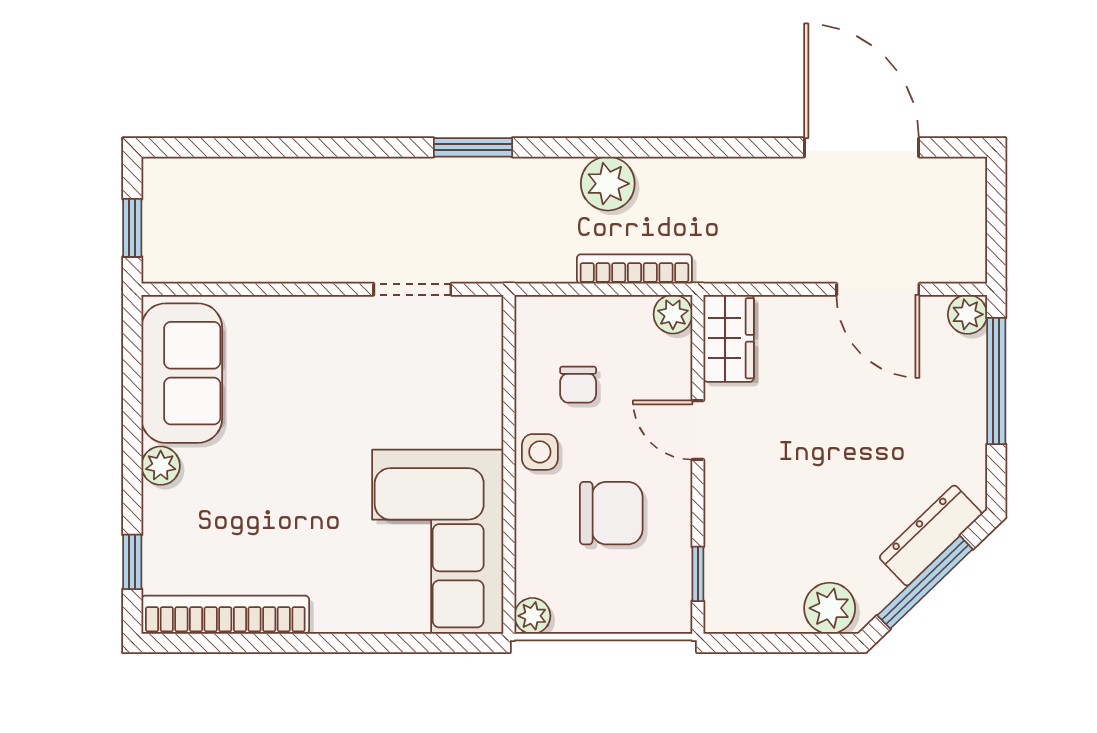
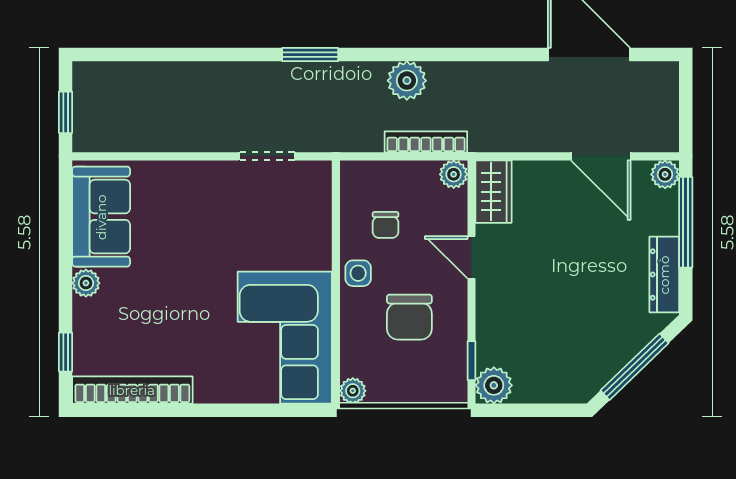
chair: (611, 513) -> (409, 317), turned 90
dresser: (931, 535) -> (664, 275), moved, turned -46
plant: (830, 608) -> (494, 385), moved

